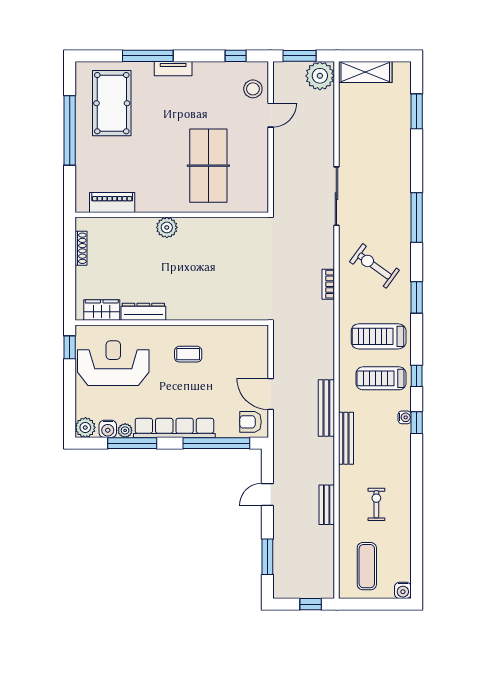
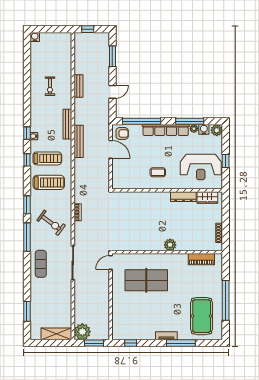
stool: (253, 89) -> (121, 324), removed
door: (271, 115) -> (111, 263), moved
table tennis table: (208, 166) -> (146, 280), turned 90
window: (417, 218) -> (27, 237), moved
window: (70, 347) -> (226, 161), moved
exercise mat: (367, 566) -> (41, 264), moved

